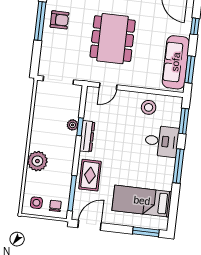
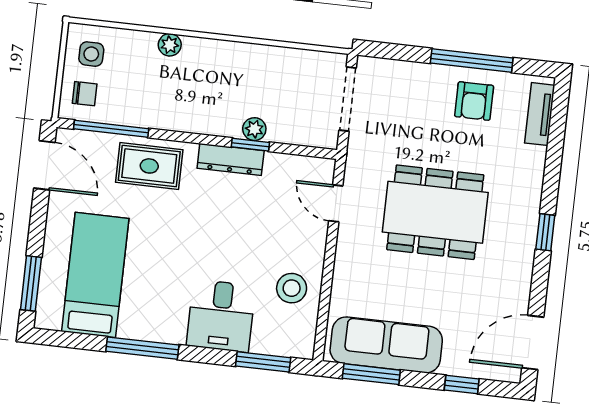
plant: (37, 161) -> (170, 45), width x0.53, depth x0.53
window: (178, 166) -> (142, 348), moved

